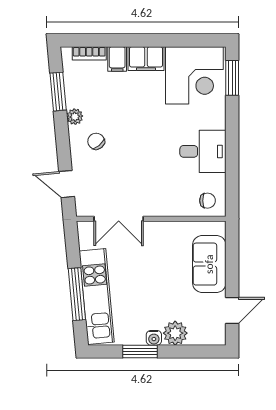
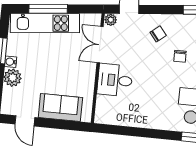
plant: (75, 117) -> (111, 20), moved
desk: (203, 151) -> (115, 80), moved, turned 90
chair: (207, 201) -> (180, 56), moved

